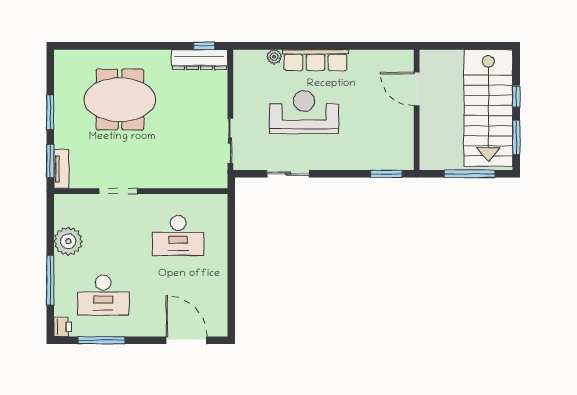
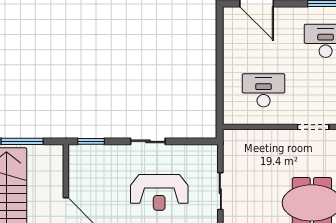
sliding door: (230, 141) -> (220, 191), moved
sliding door: (288, 174) -> (148, 141), moved

